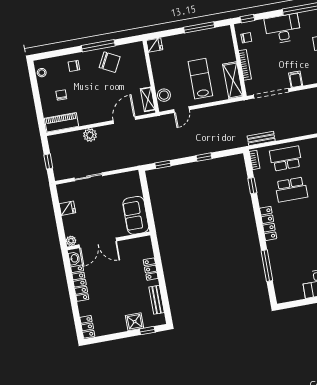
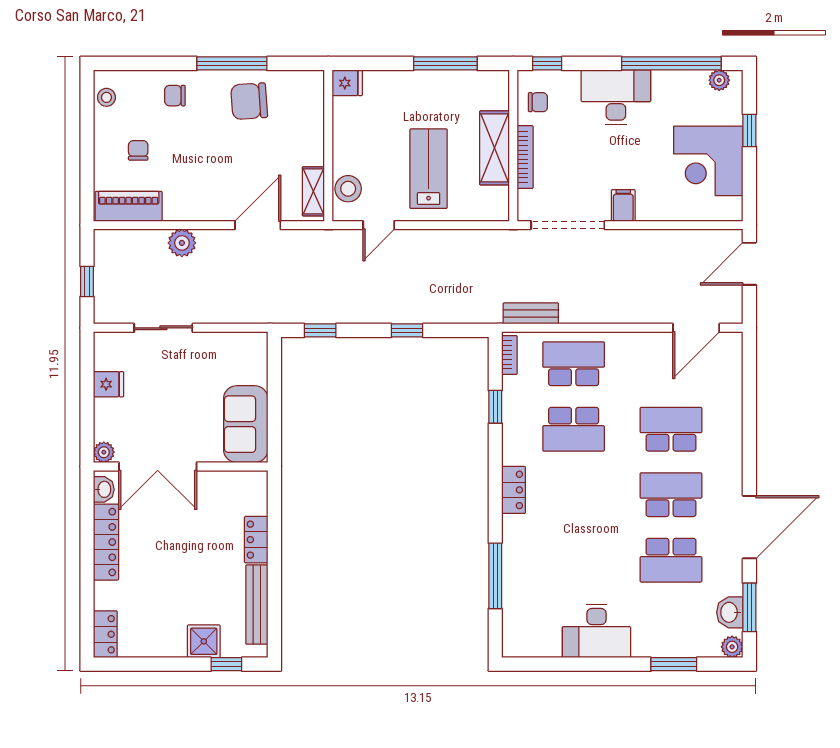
chair: (110, 62) -> (249, 101), turned 148
shelving: (233, 80) -> (495, 148), moved
locker: (268, 223) -> (513, 490), width x0.66
bench: (157, 300) -> (257, 605), width x1.36

